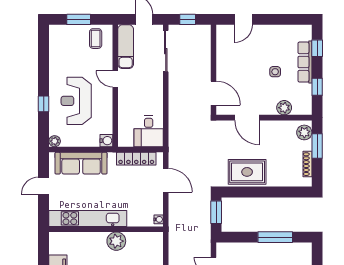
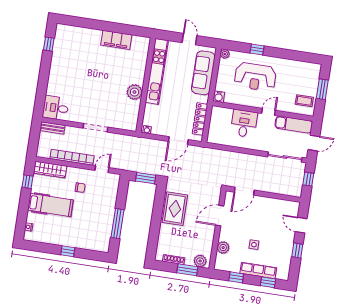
window: (274, 19) -> (297, 250), added
reception desk: (76, 101) -> (255, 77), turned 180
desk: (149, 131) -> (244, 123), moved, turned 90

